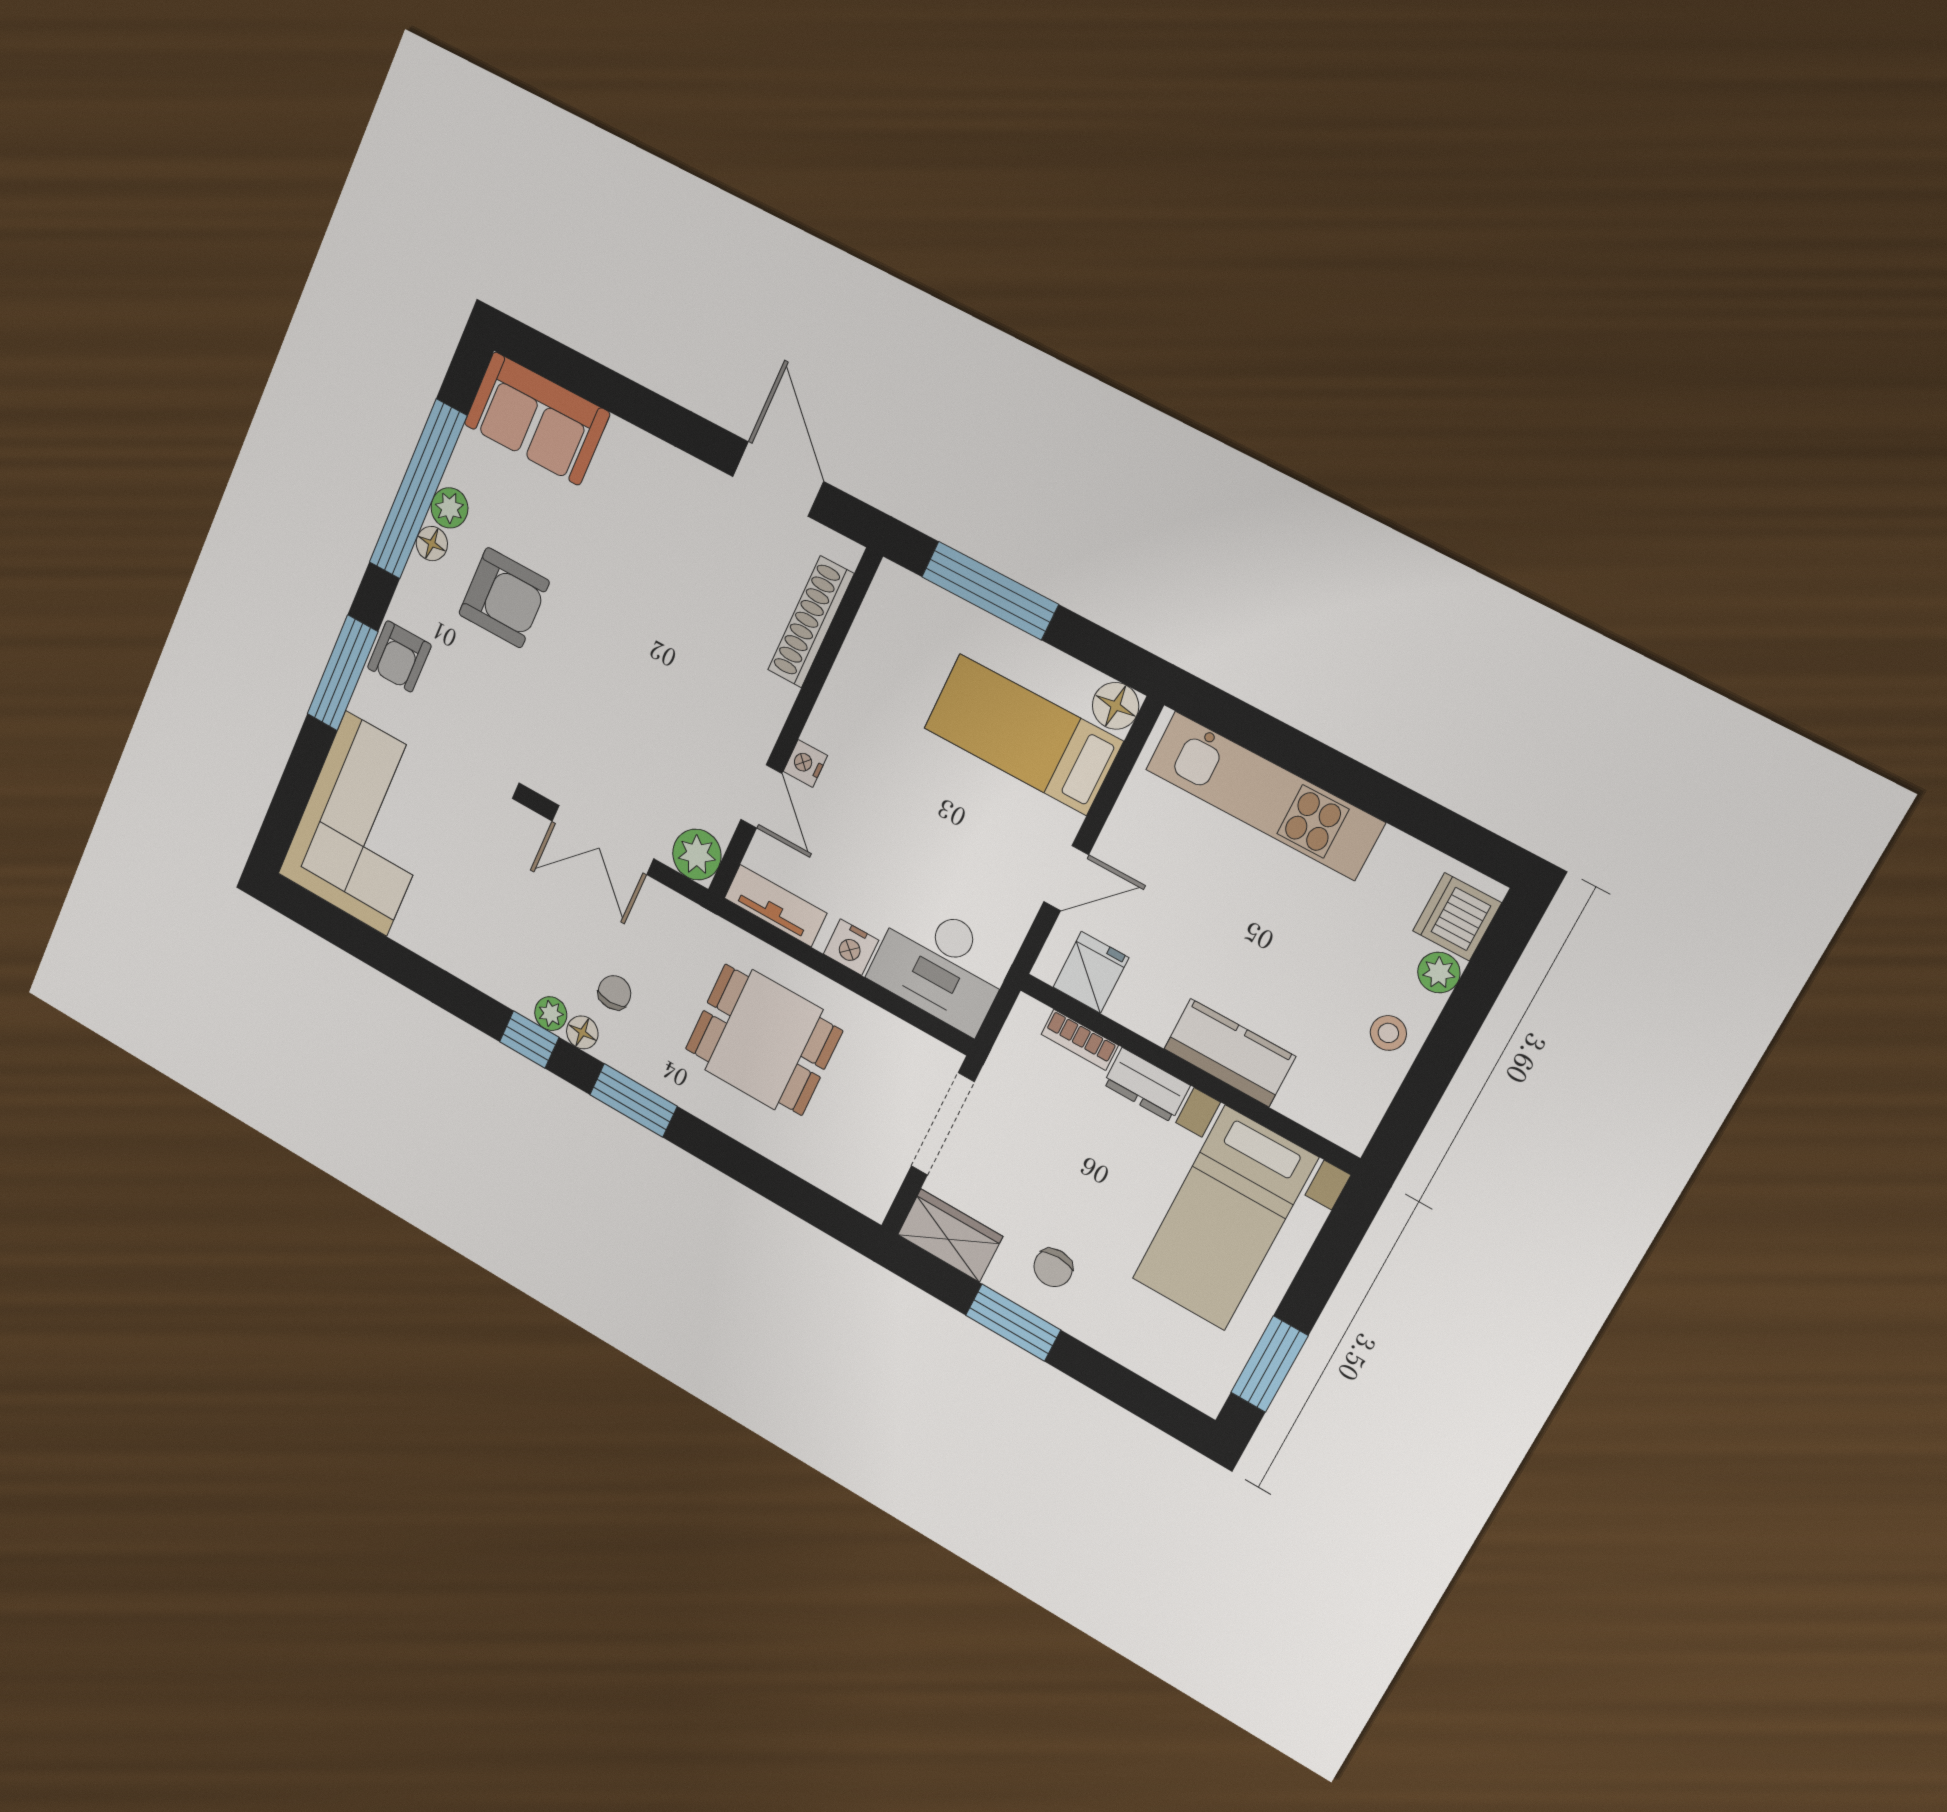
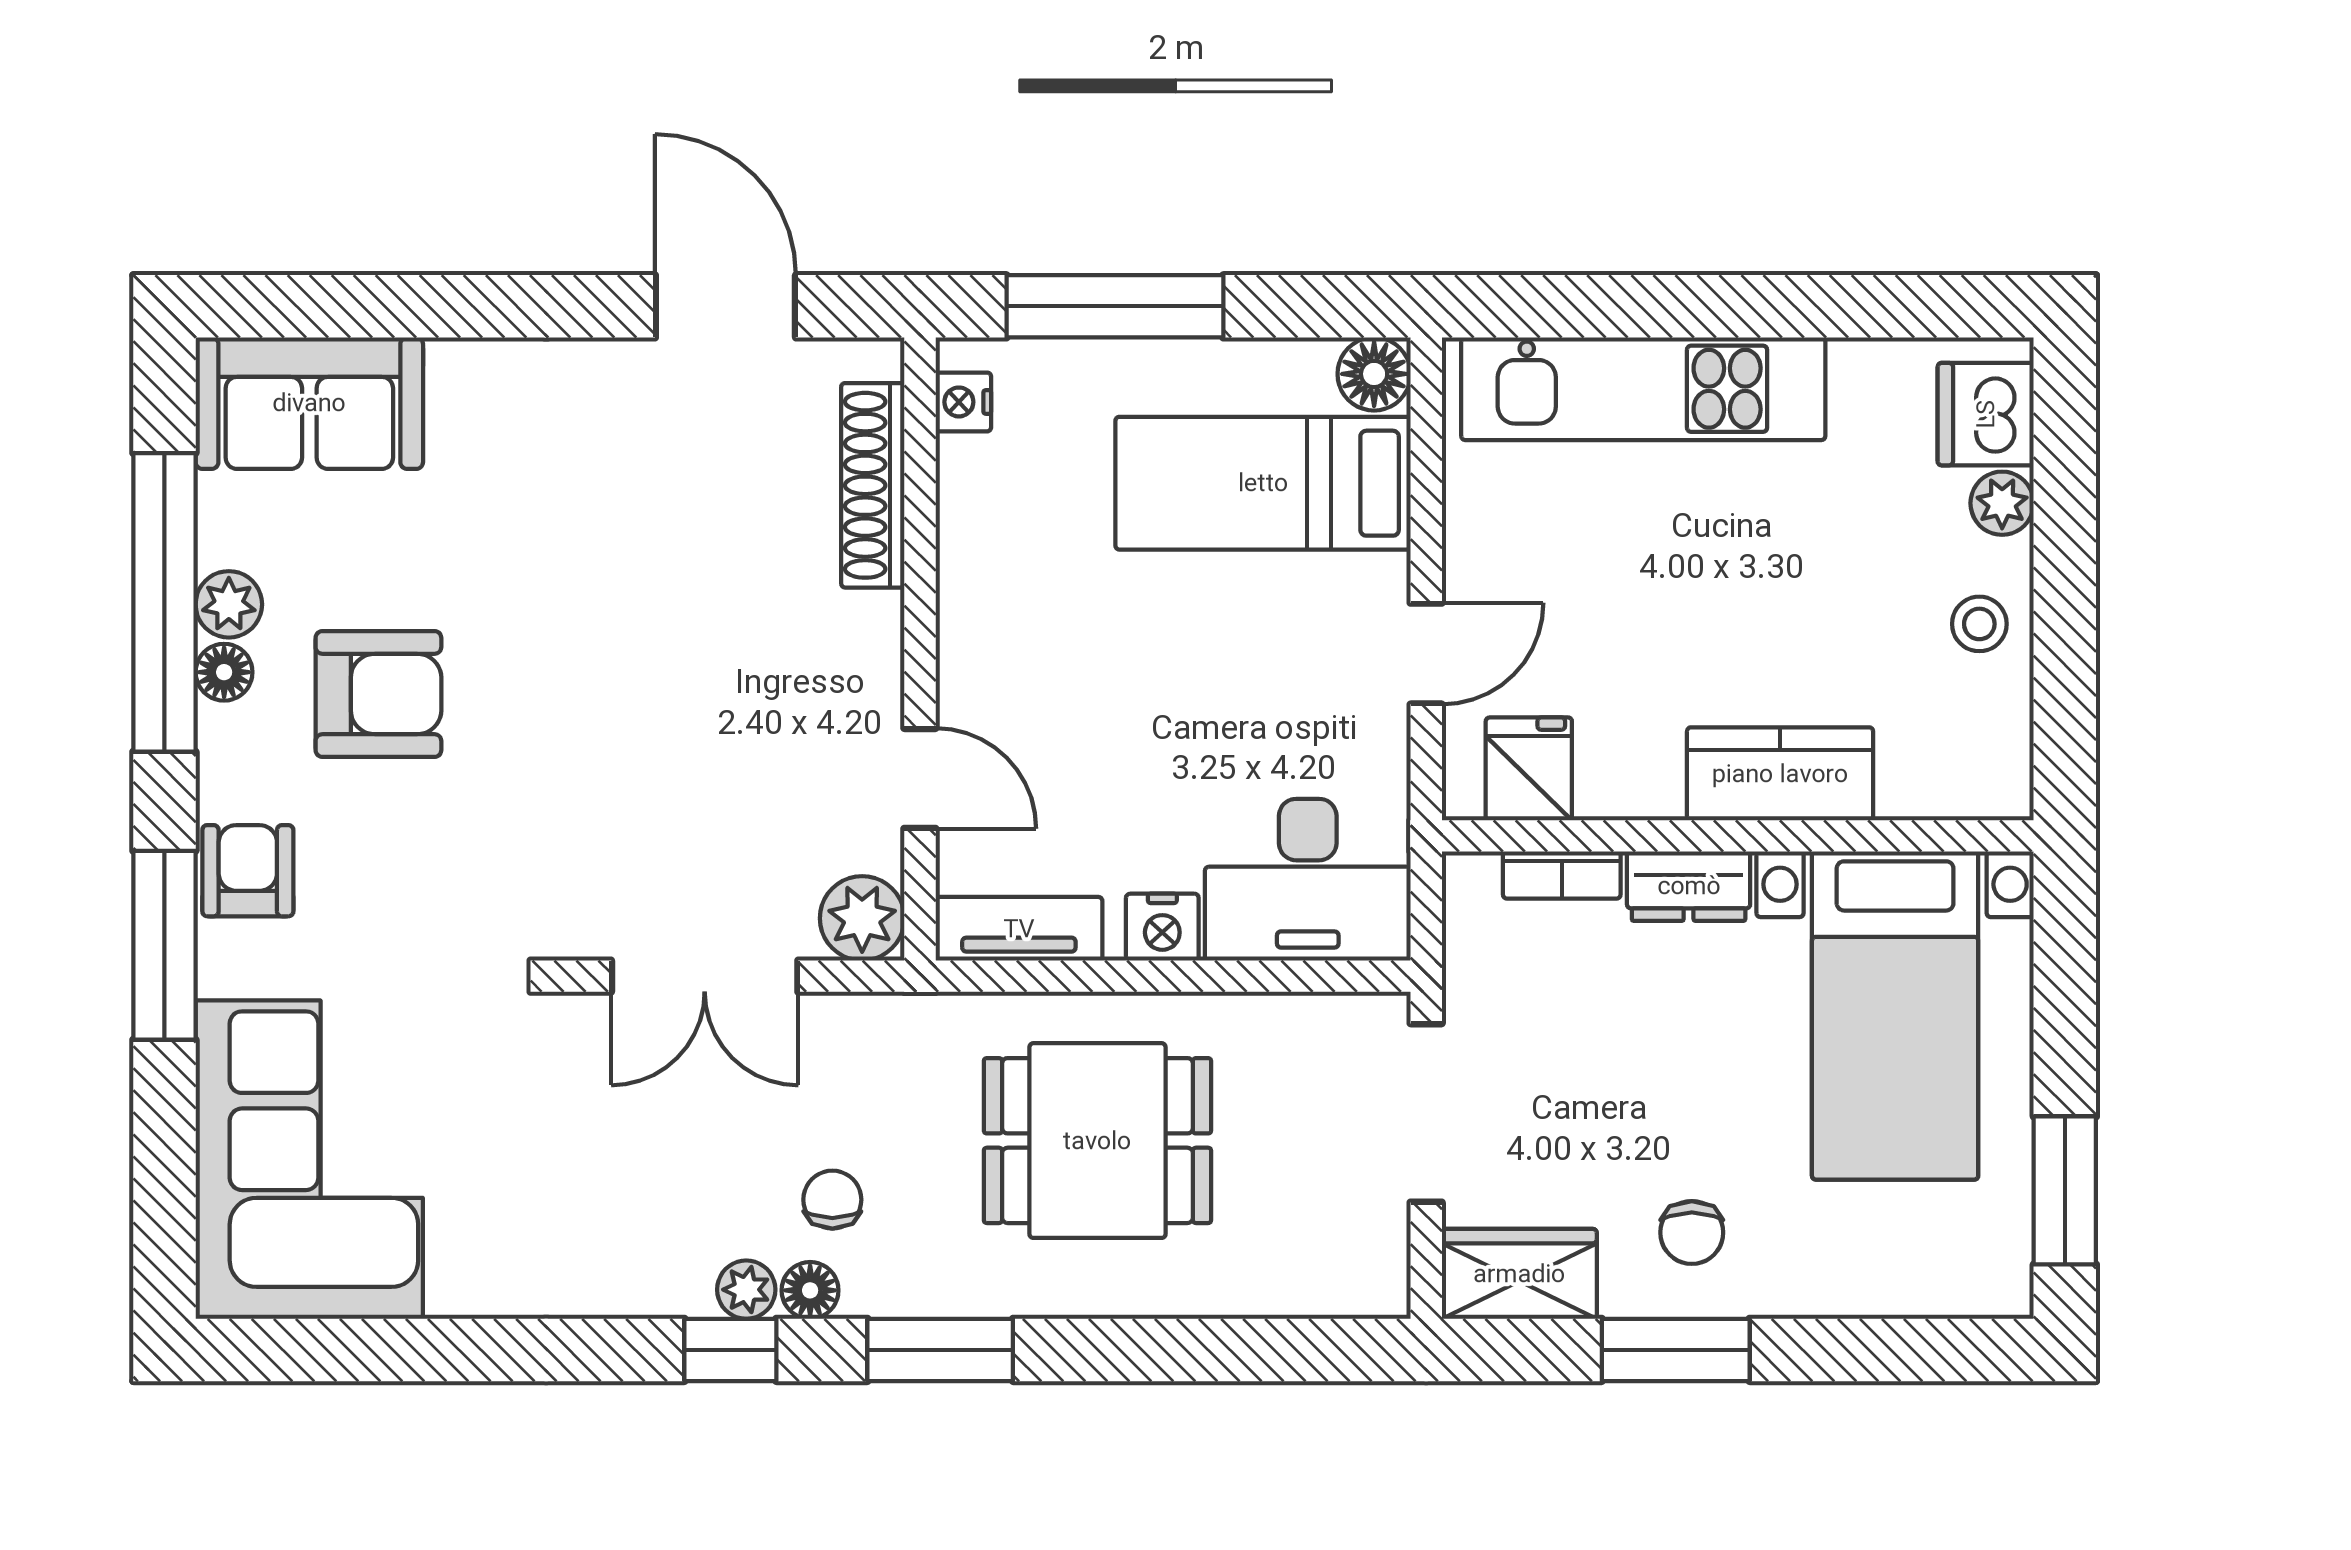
armchair: (399, 656) -> (248, 871), turned 180
nightstand: (805, 763) -> (963, 402), moved

